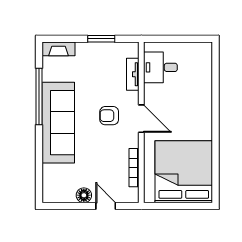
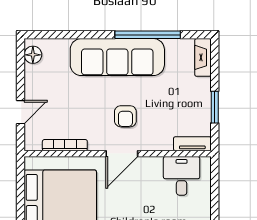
tv unit: (133, 74) -> (192, 144), moved
armchair: (109, 116) -> (125, 116), turned 180
floor lamp: (84, 195) -> (33, 55), moved

